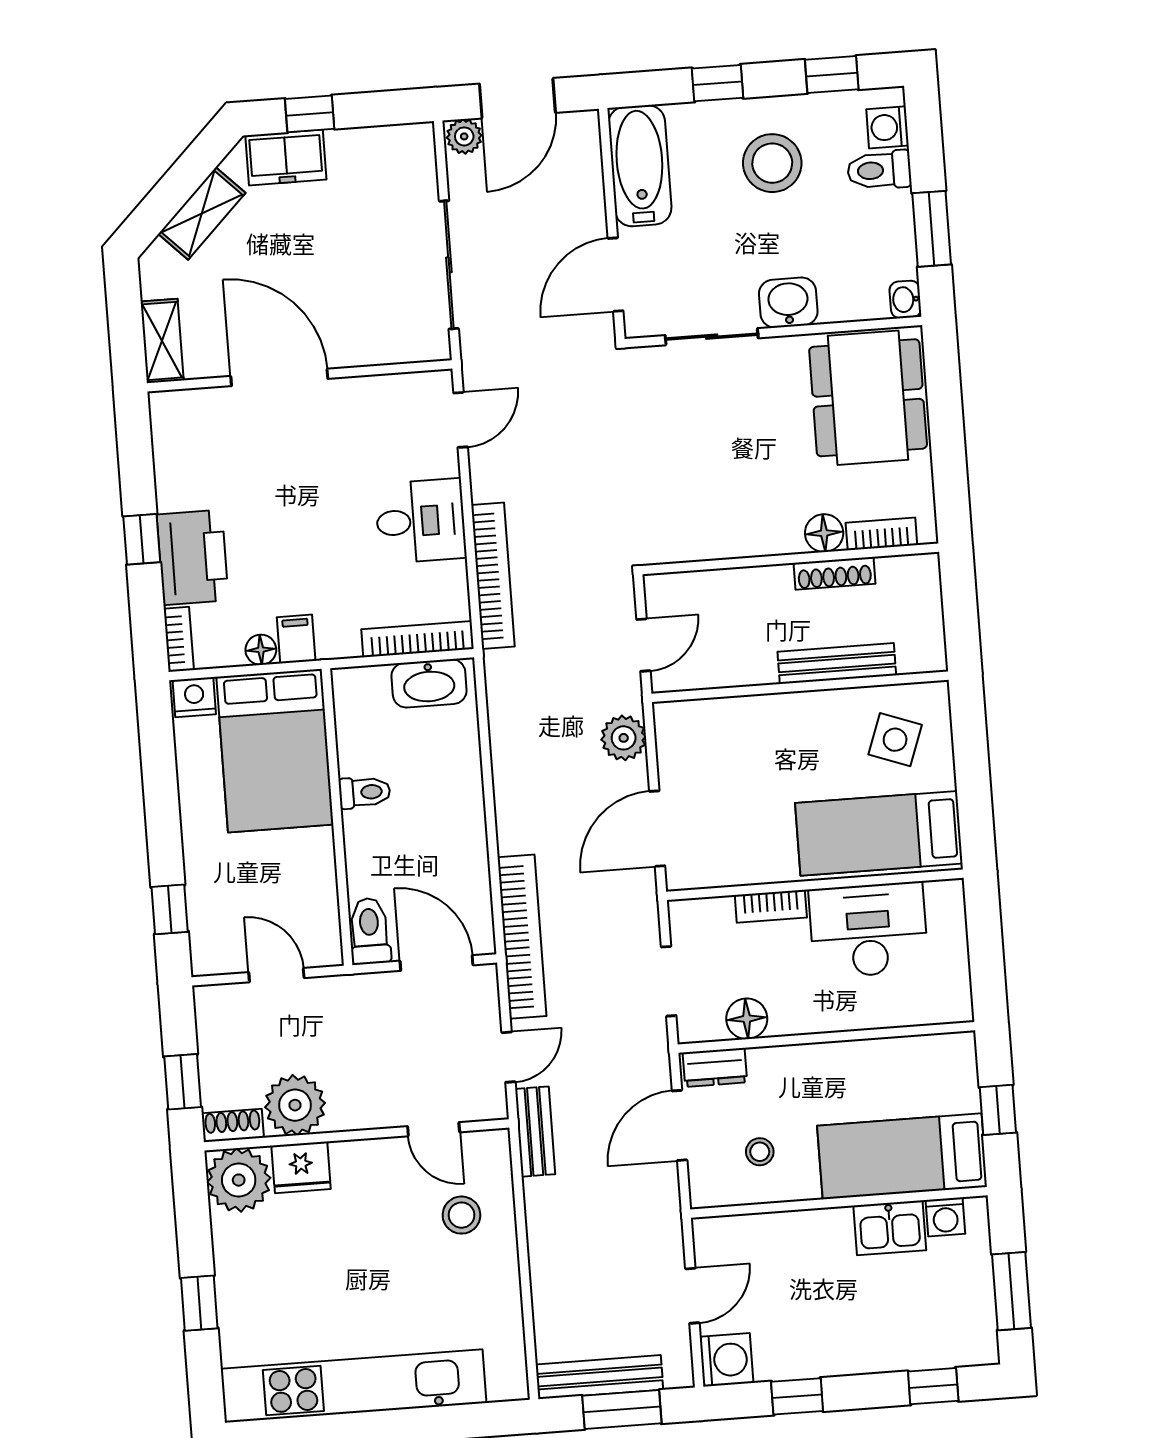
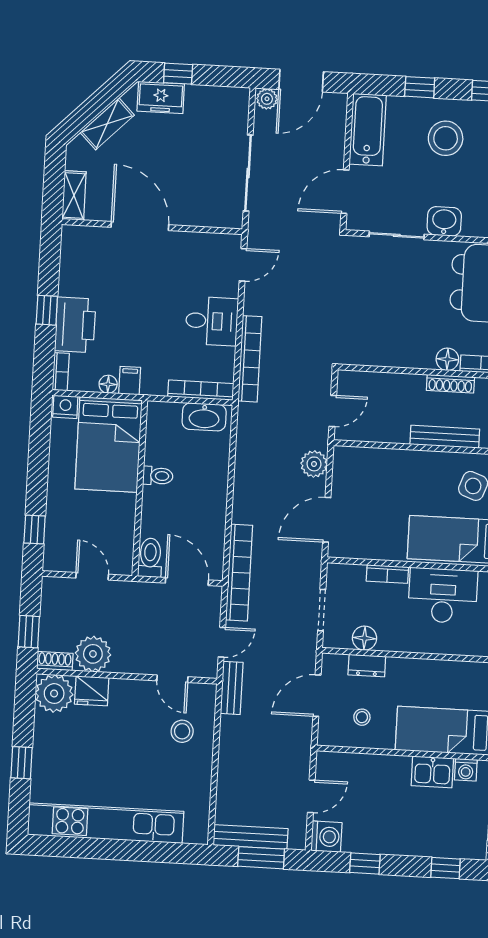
dresser: (715, 1067) -> (367, 666), moved

